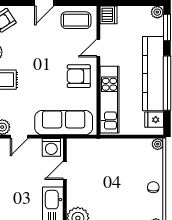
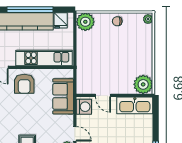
sofa: (64, 123) -> (63, 96), width x0.73
plant: (158, 144) -> (85, 22), width x1.87, depth x1.87

